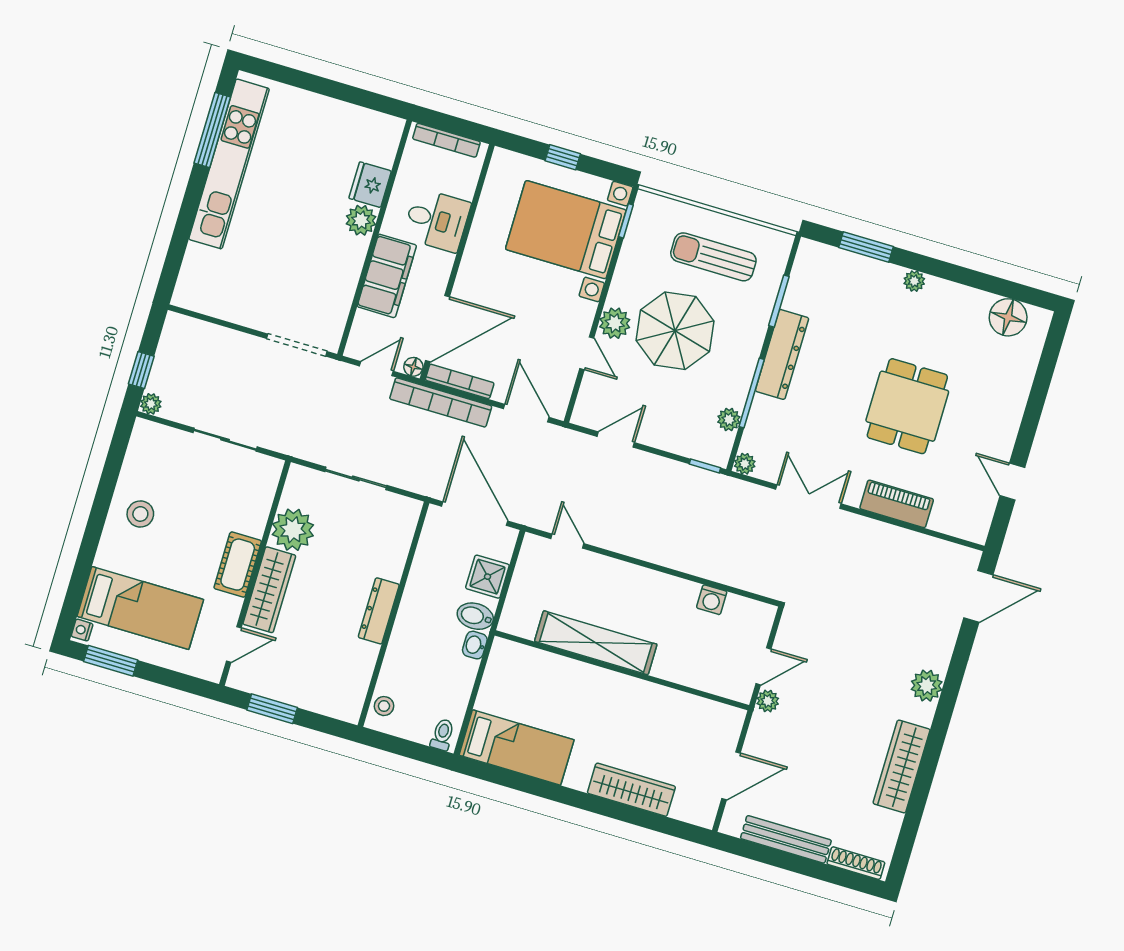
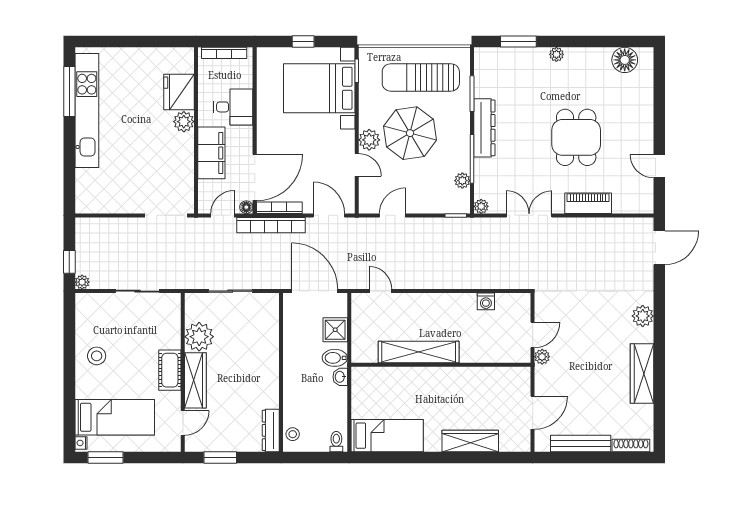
fridge: (370, 185) -> (179, 92), width x1.36, depth x1.34
sun lounger: (713, 257) -> (421, 77), width x1.36, depth x1.34
dresser: (379, 611) -> (271, 430), moved

